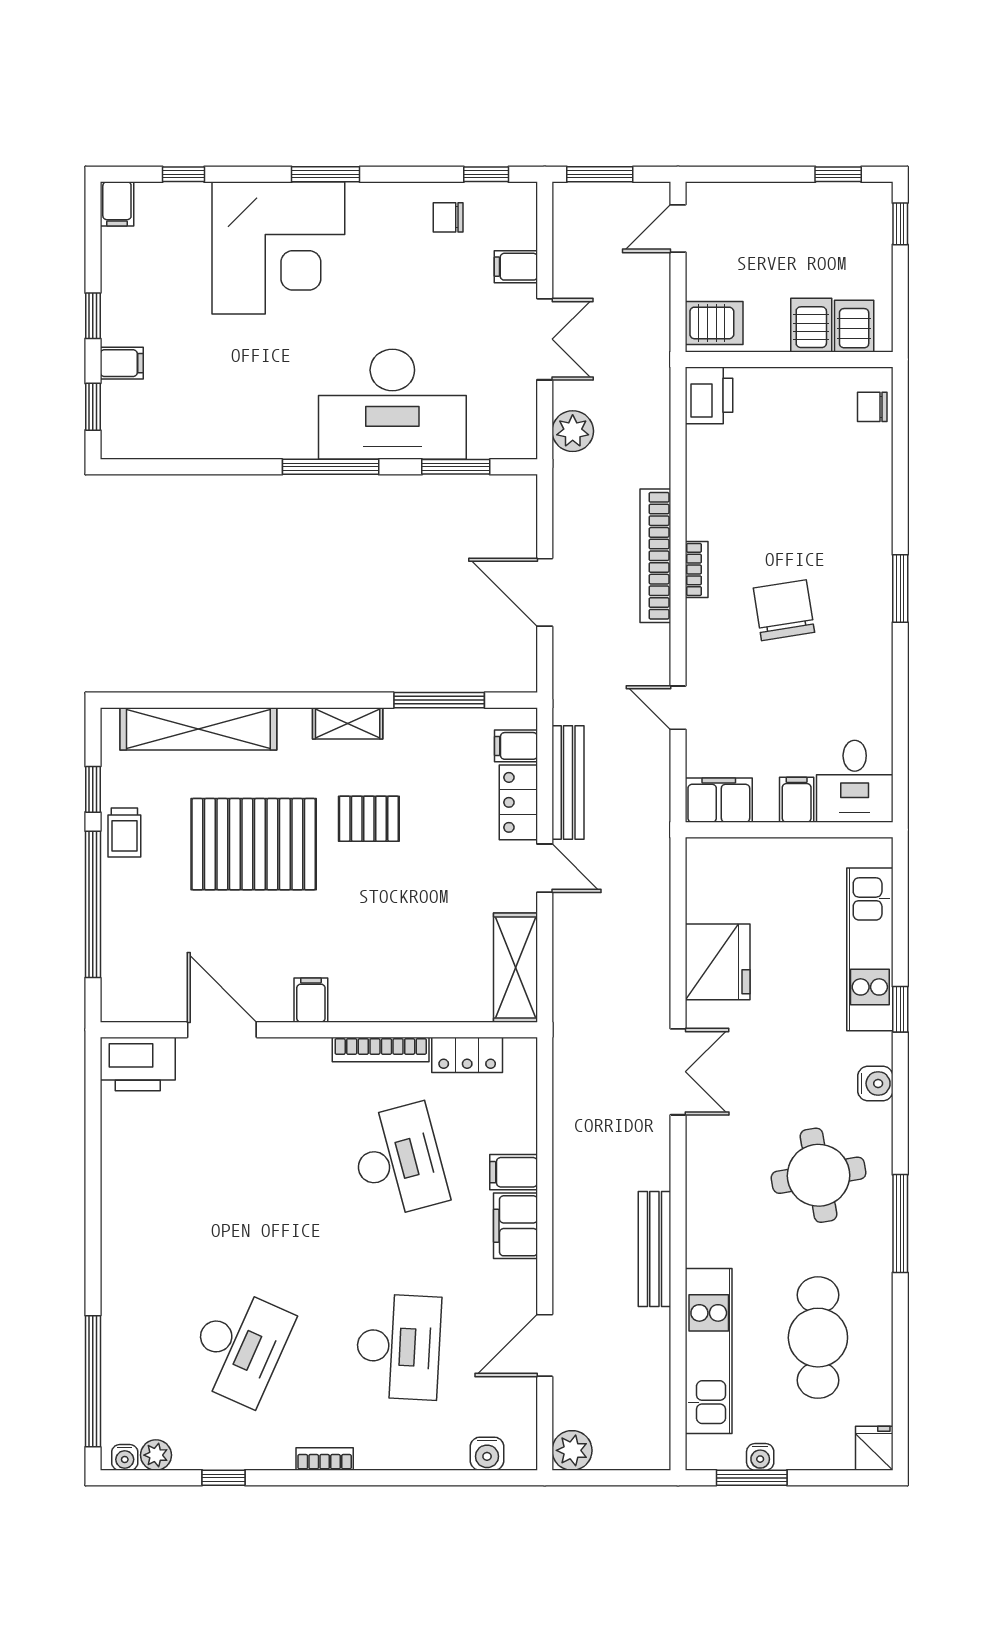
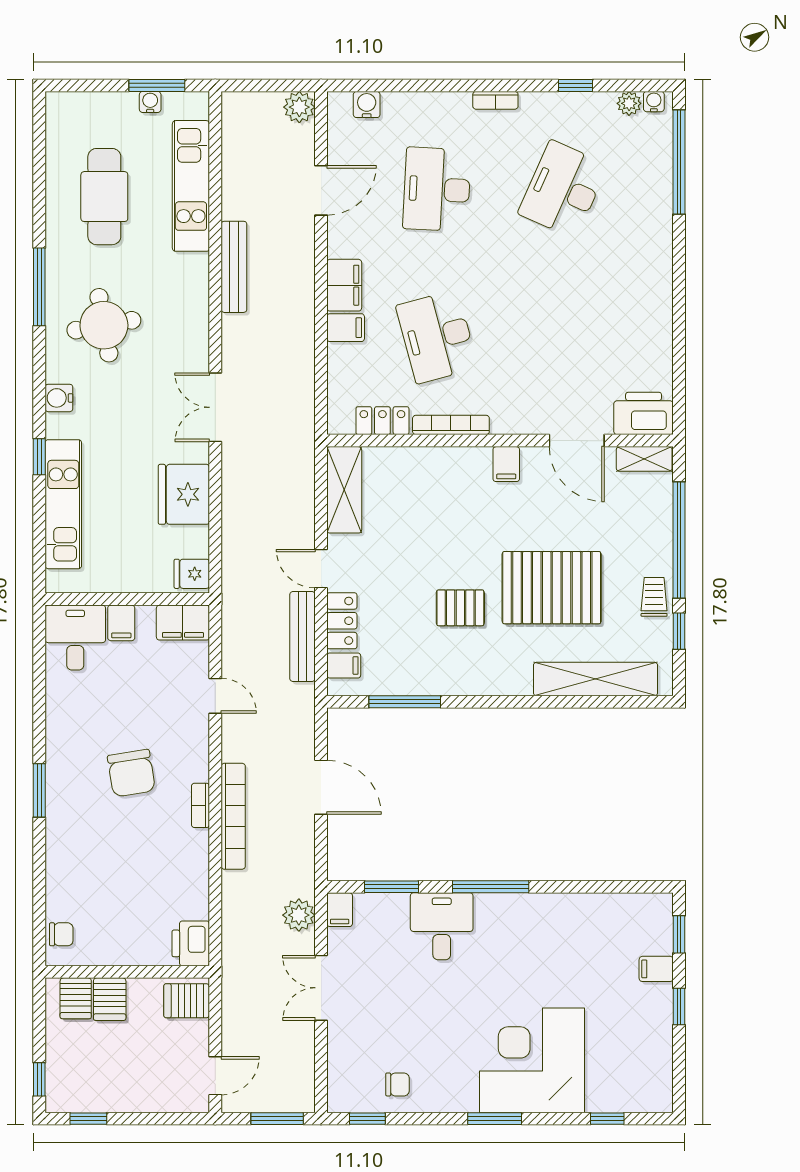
filing cabinet: (117, 204) -> (660, 1095), removed
filing cabinet: (516, 267) -> (340, 910), moved, turned 90
desk: (392, 404) -> (442, 926), width x0.53, depth x0.77
shelving: (348, 723) -> (644, 459), moved
fridge: (874, 1448) -> (192, 574), moved, turned 90

